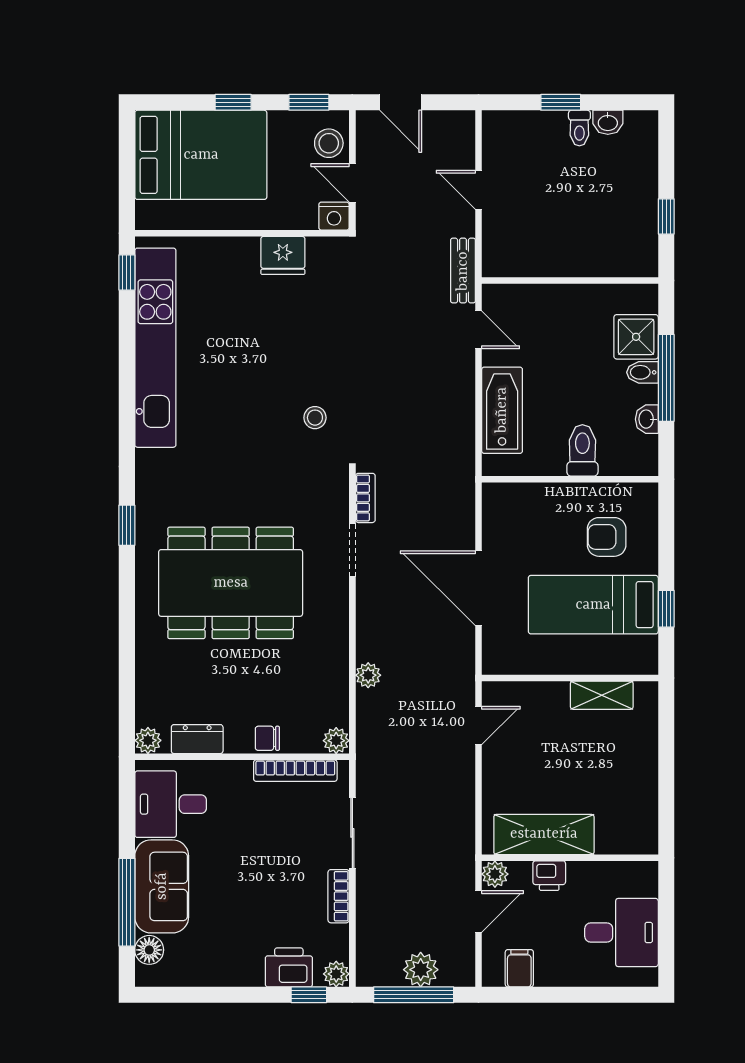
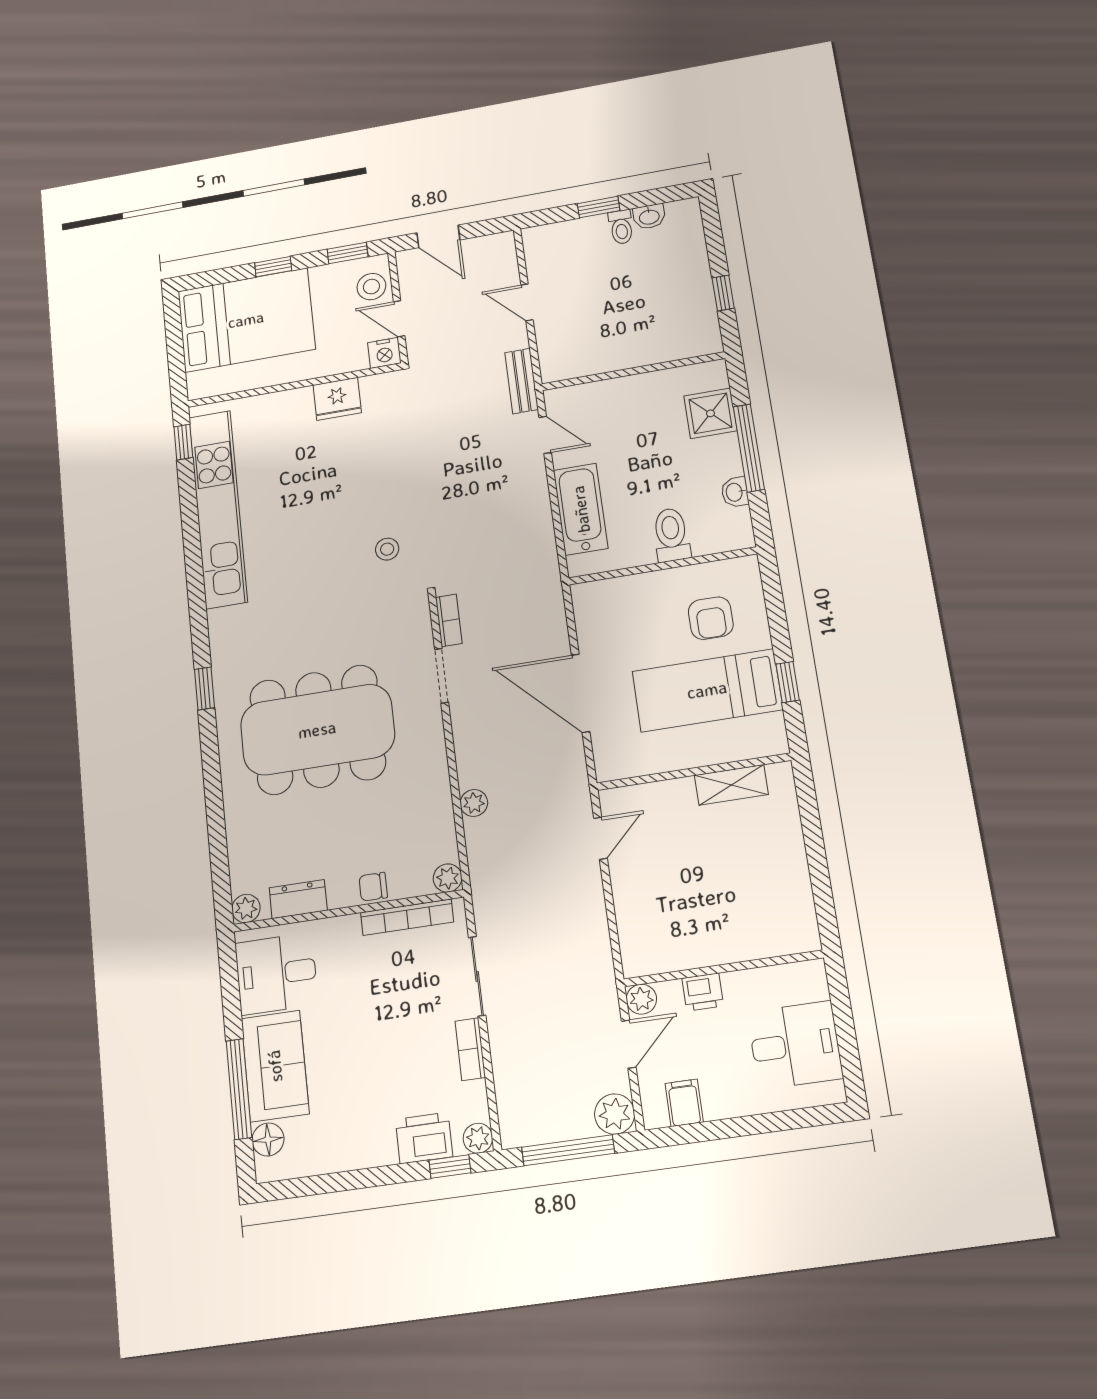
bidet: (642, 372) -> (723, 447), removed
armchair: (607, 537) -> (711, 618), turned -90
shelving: (544, 834) -> (690, 947), removed
plant: (421, 970) -> (615, 1114), moved

